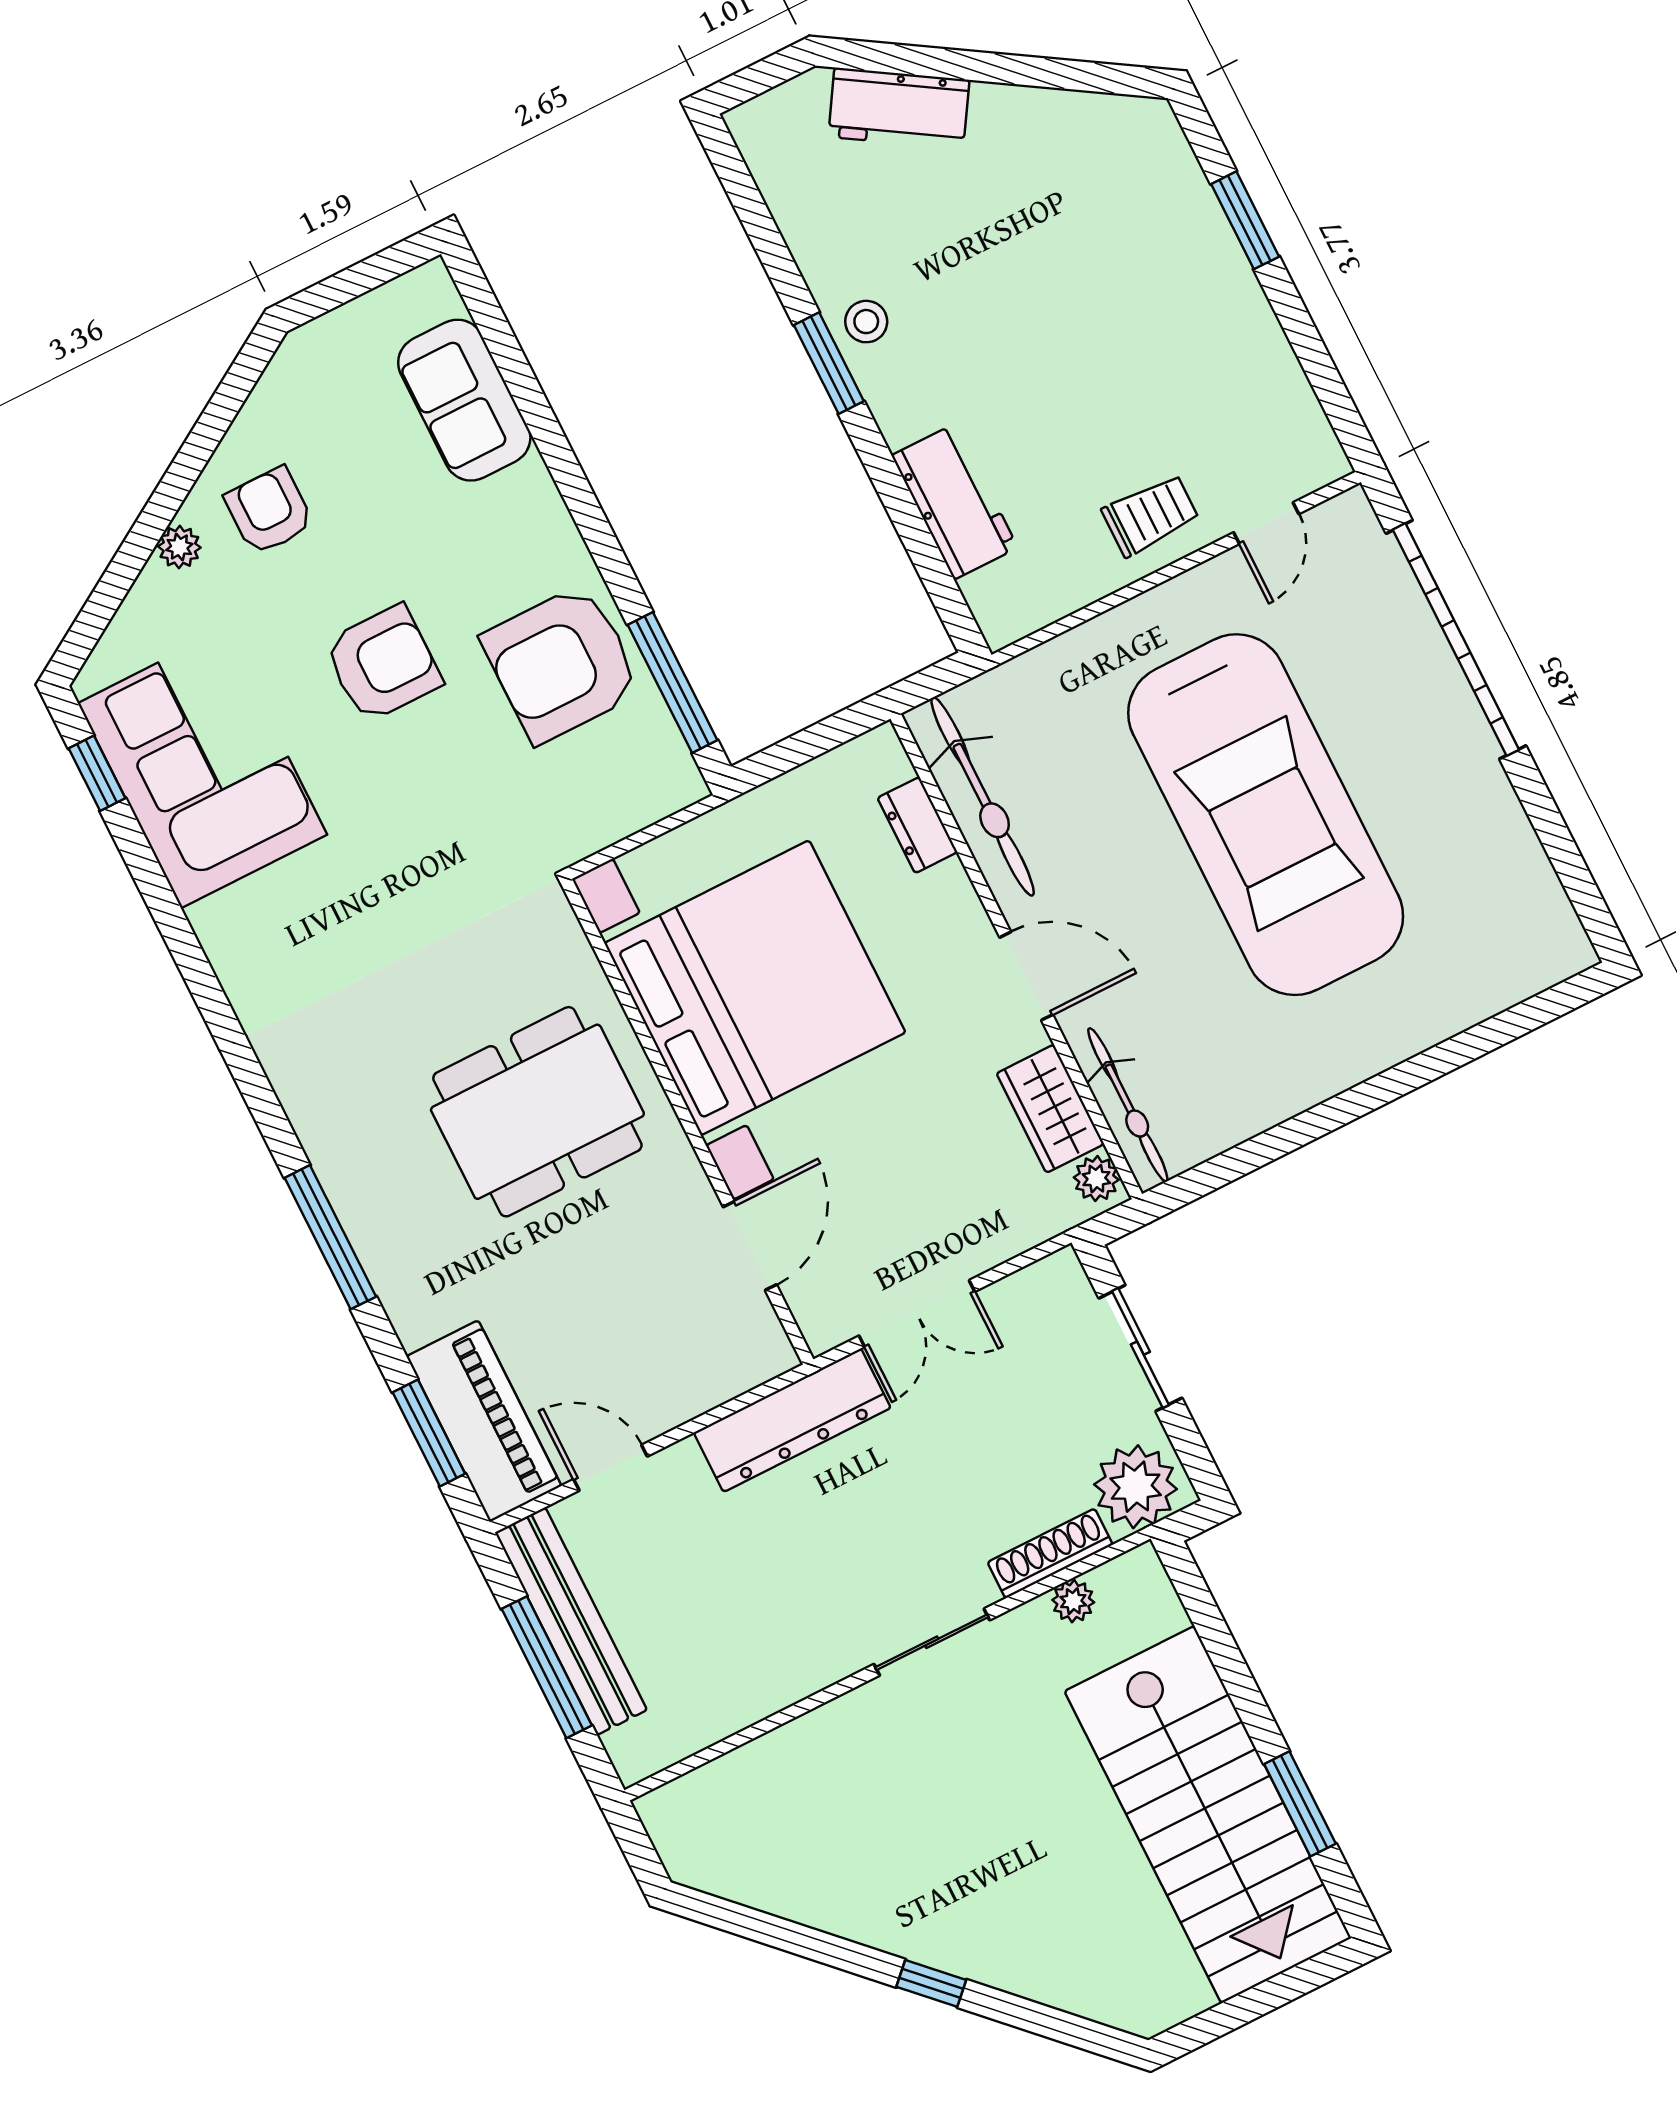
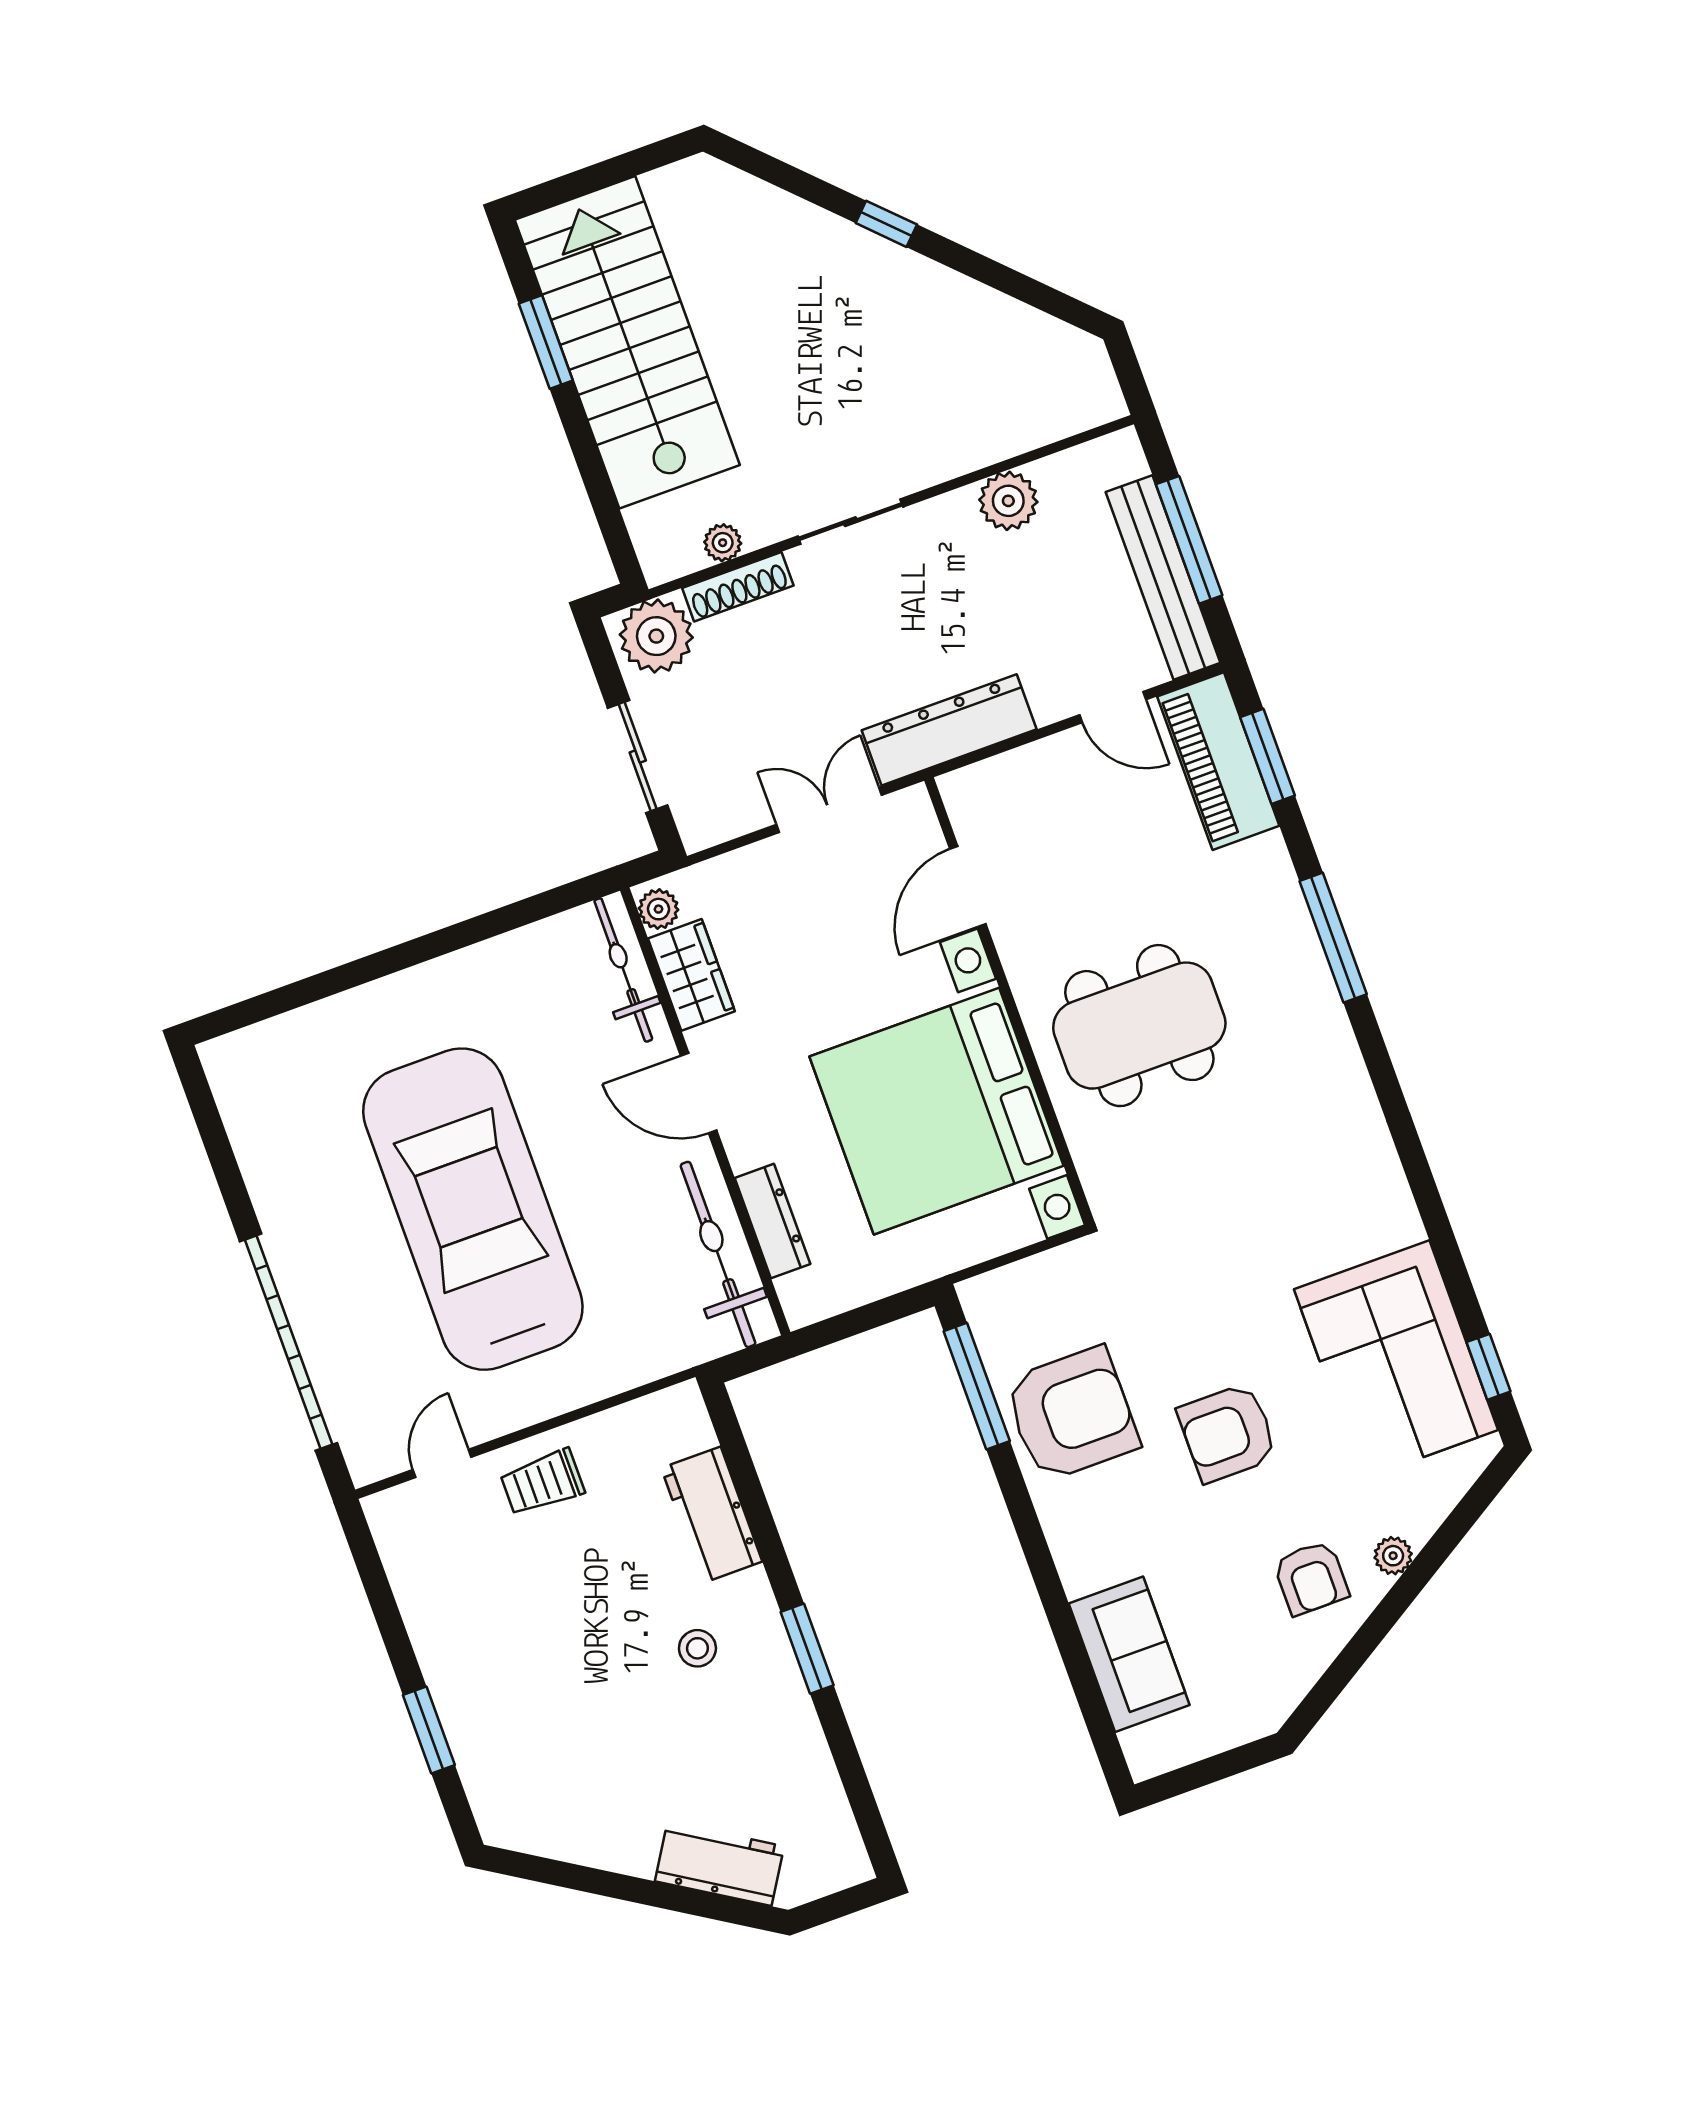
stool: (866, 322) -> (697, 1648), moved
dresser: (917, 825) -> (772, 1221), width x1.44
plant: (756, 1687) -> (1008, 501), added

